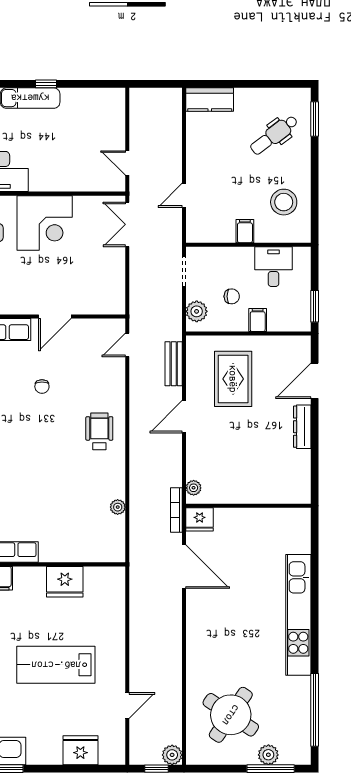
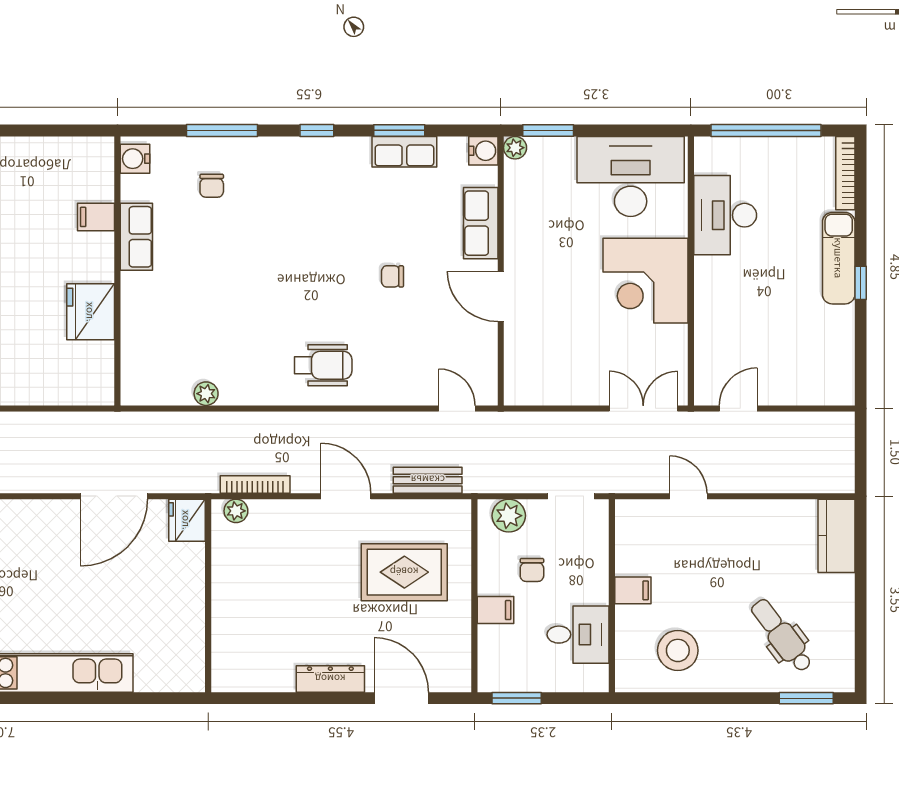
bookcase: (176, 510) -> (255, 484), moved

